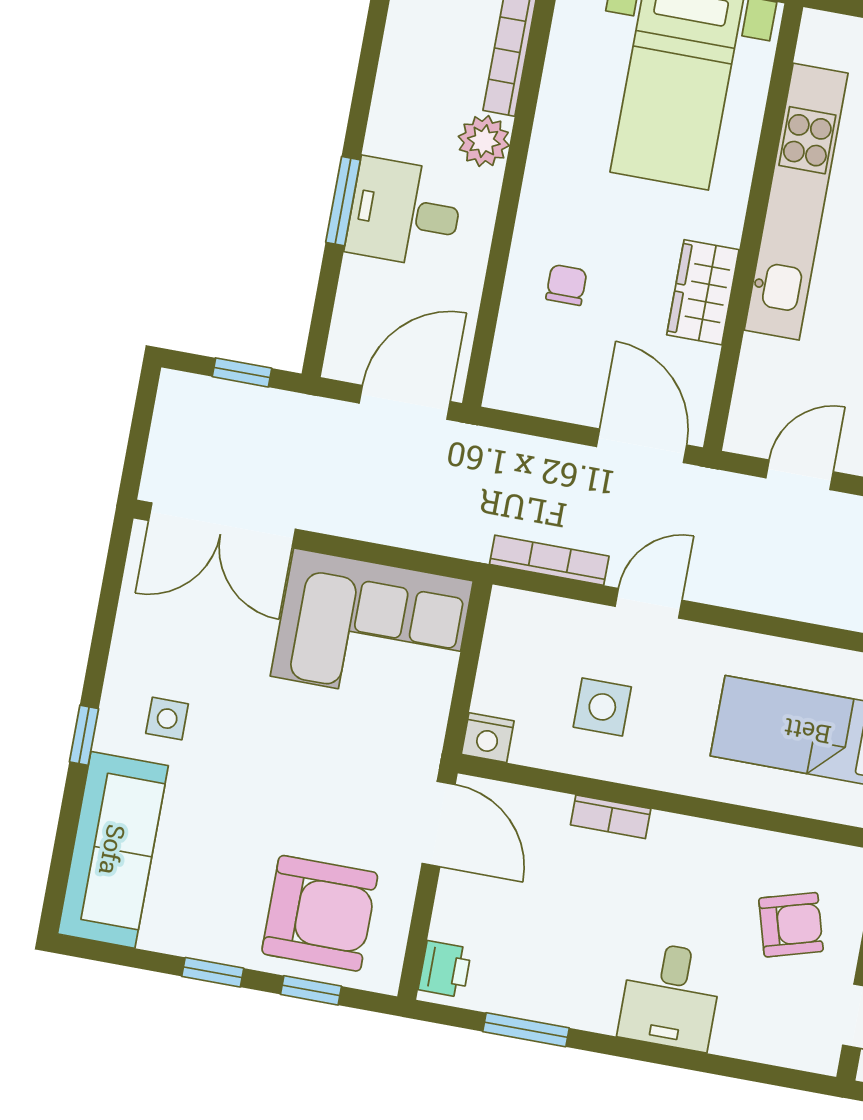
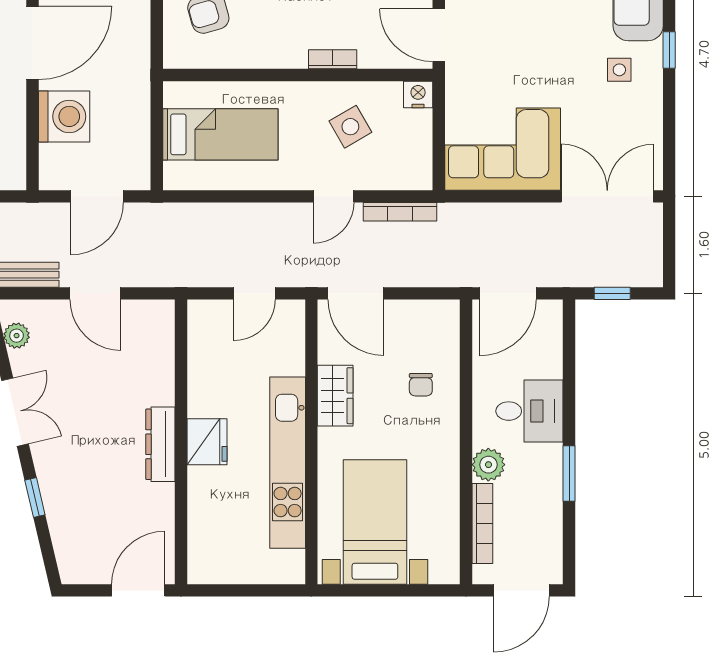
window: (343, 201) -> (569, 474), moved
side table: (602, 707) -> (350, 127), turned -30

